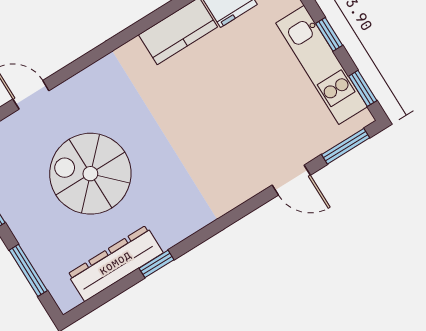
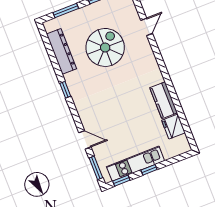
door: (291, 180) -> (85, 140), swing flipped
window: (157, 264) -> (65, 90), moved

